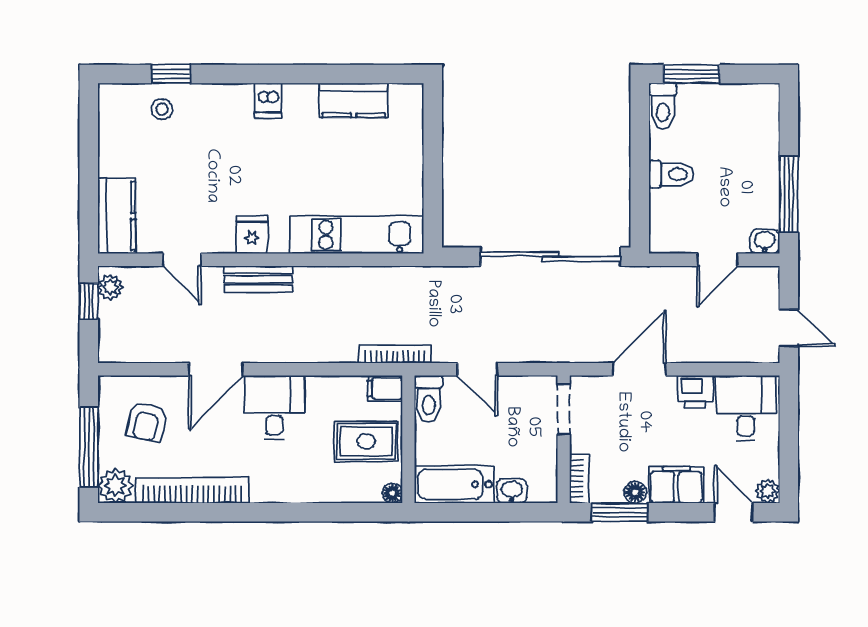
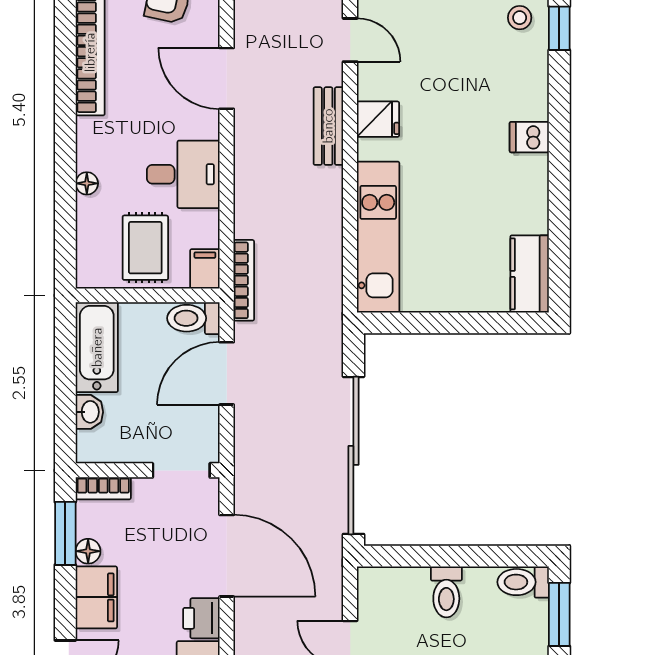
kitchen counter: (354, 100) -> (530, 274), moved
door: (182, 260) -> (350, 40), swing flipped
door: (478, 369) -> (227, 373), width x1.38
door: (639, 369) -> (227, 556), width x1.36
desk: (275, 408) -> (183, 174), moved
floor lamp: (392, 493) -> (87, 183), moved

